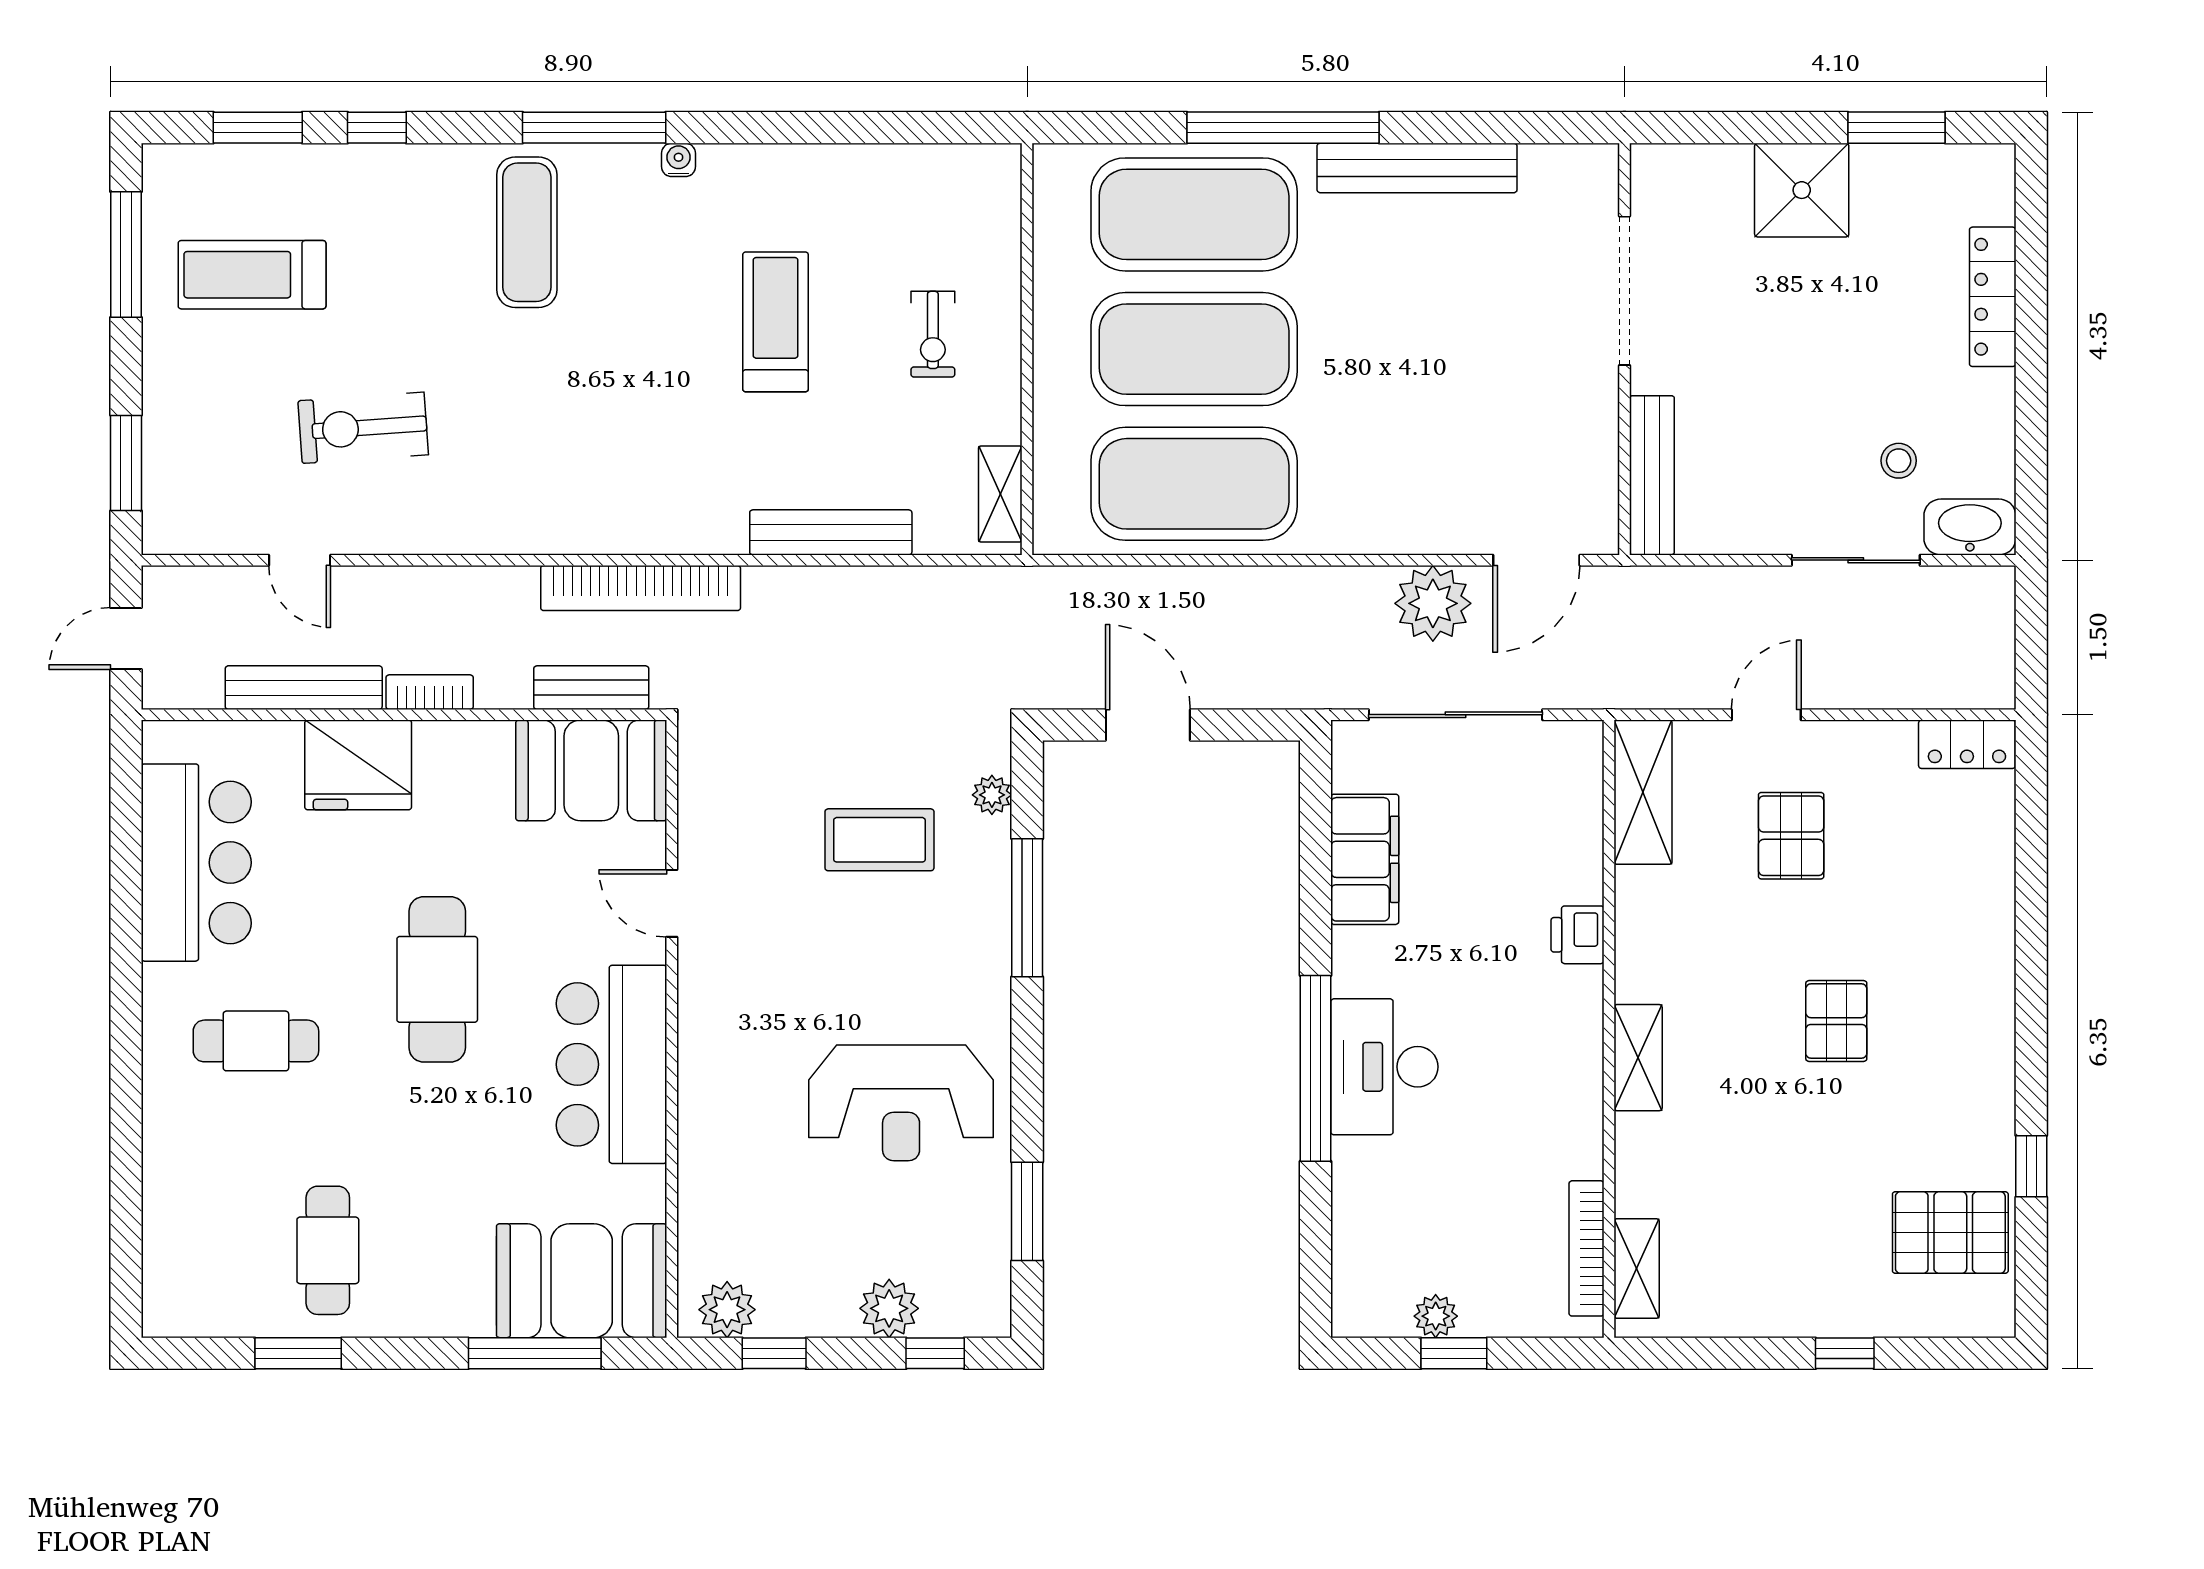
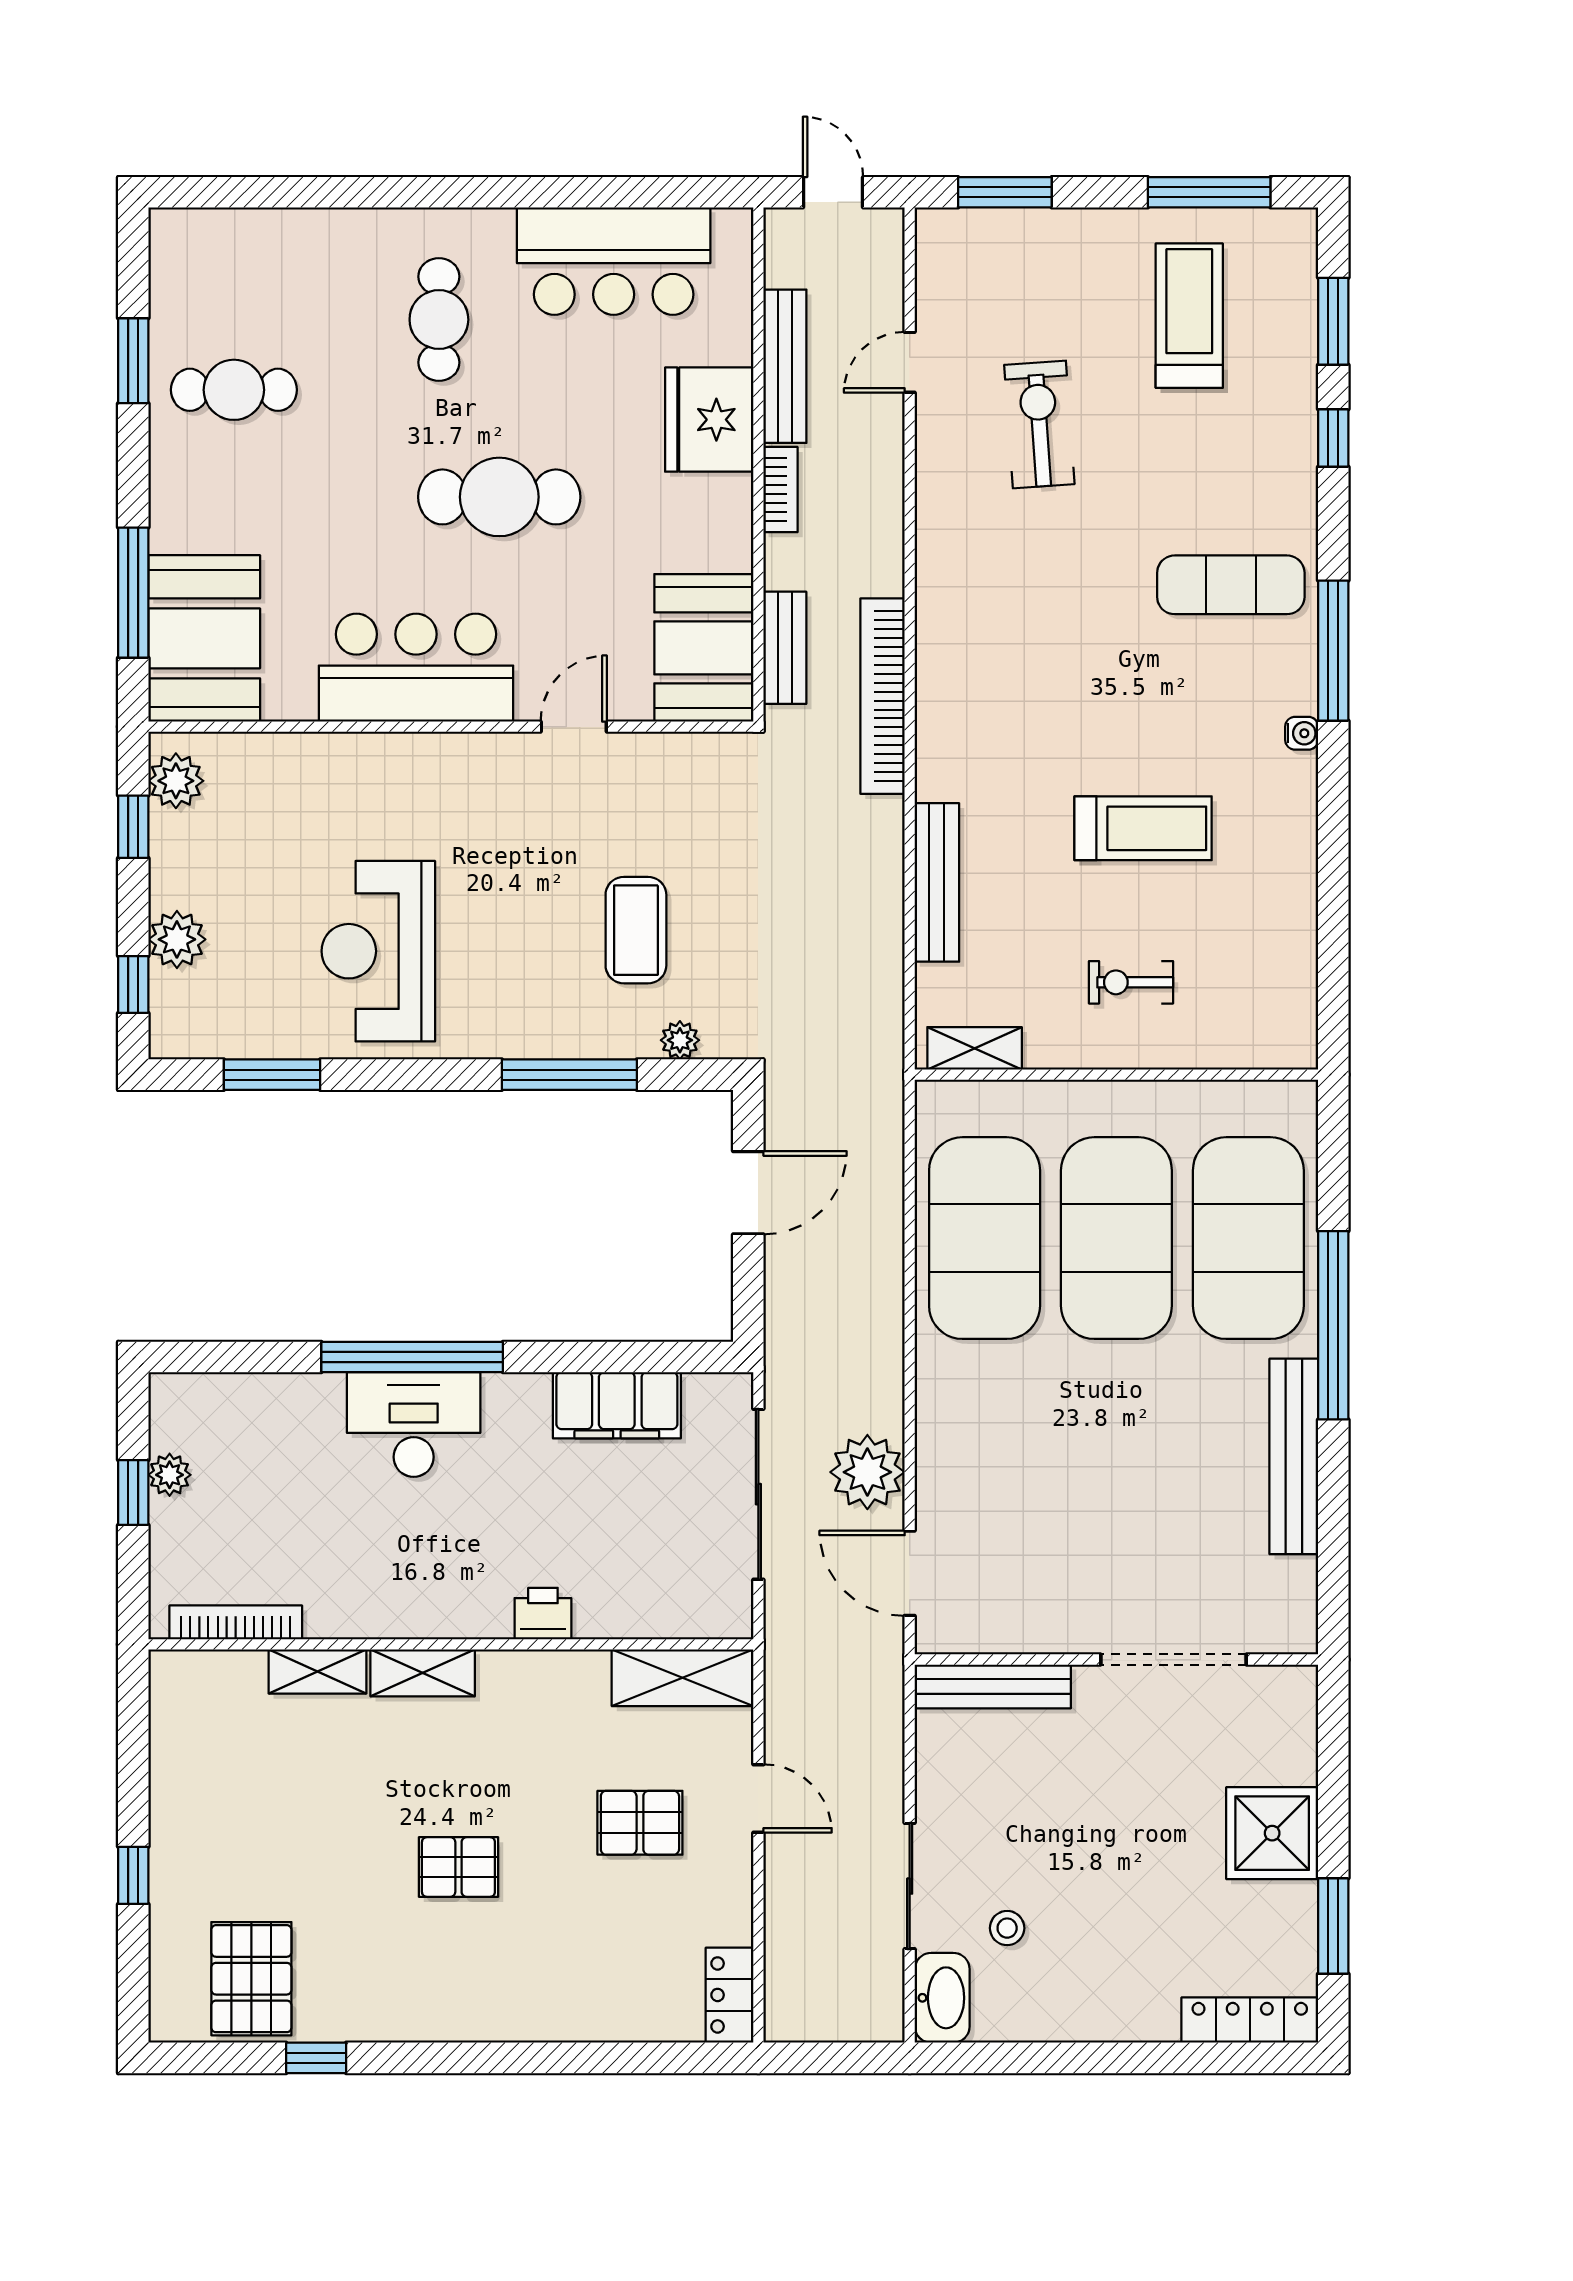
locker: (1993, 297) -> (1250, 2020), moved
shelving: (1637, 1269) -> (318, 1671), moved

